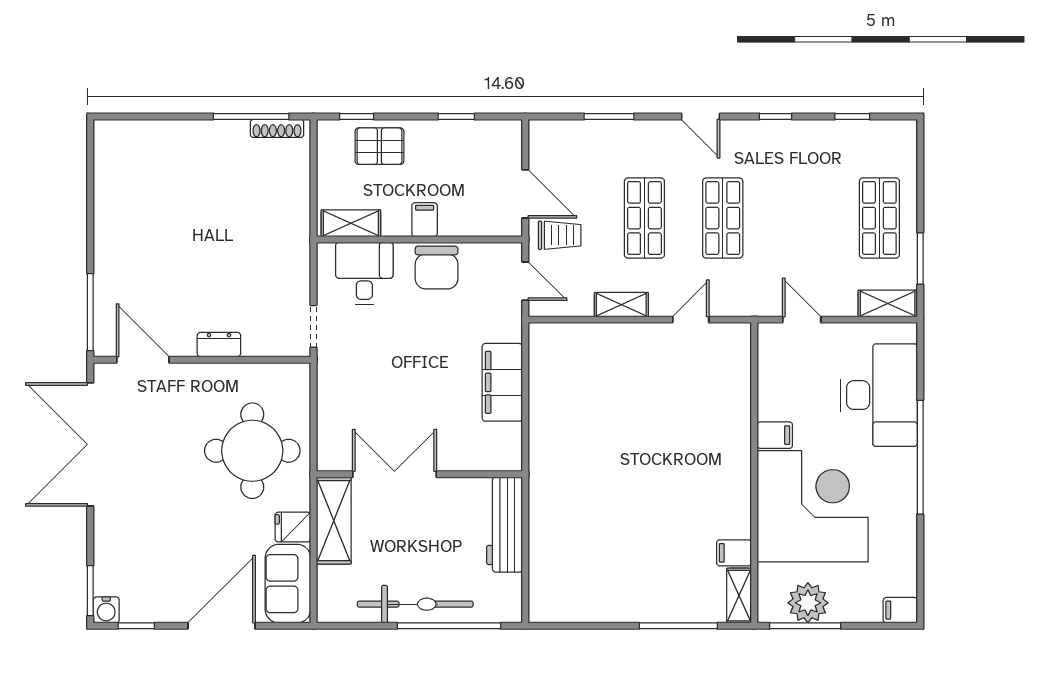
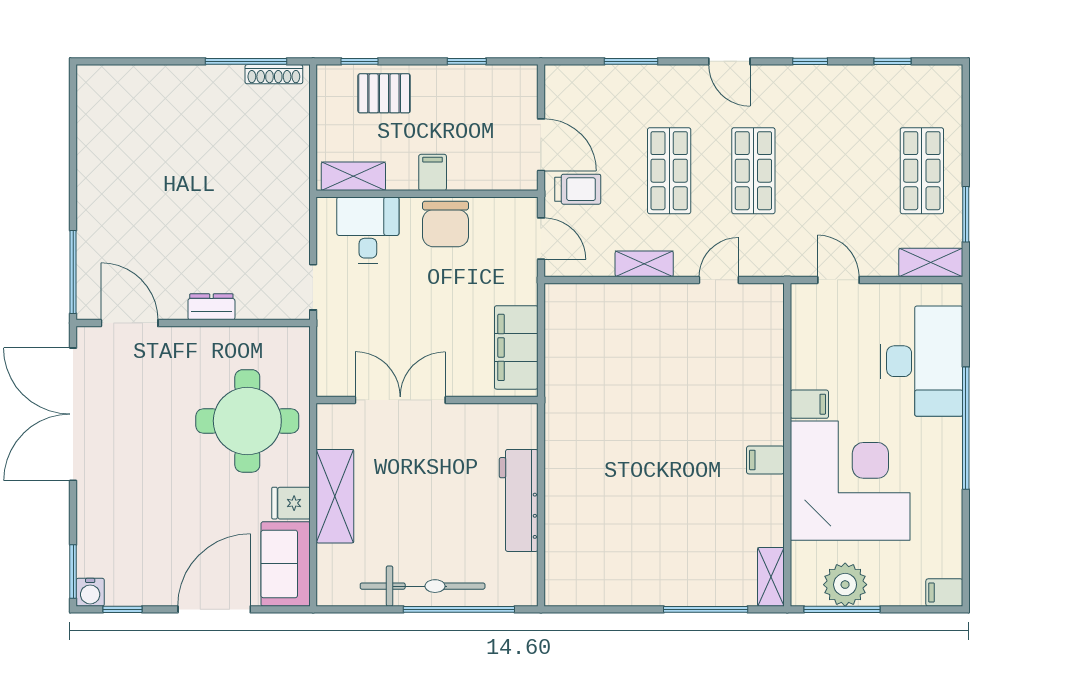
double door: (394, 474) -> (400, 400), moved
wall: (419, 474) -> (427, 400), moved
filing cabinet: (734, 553) -> (765, 460), moved

